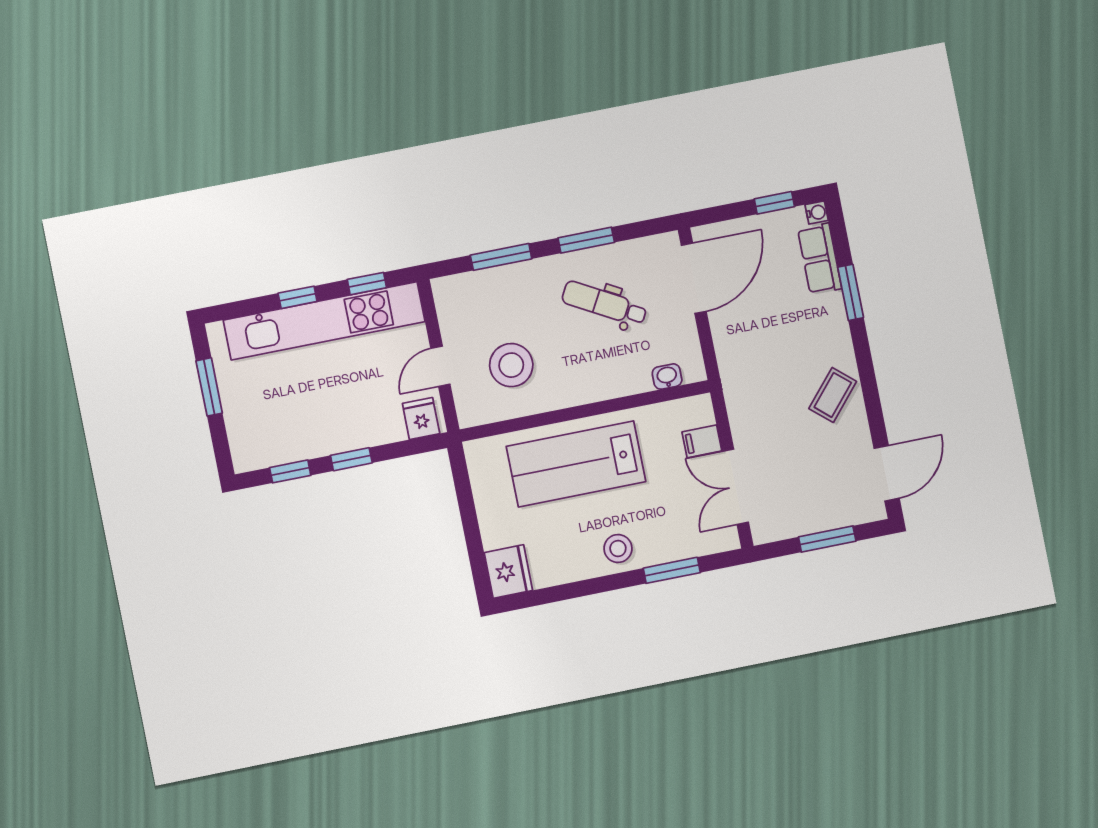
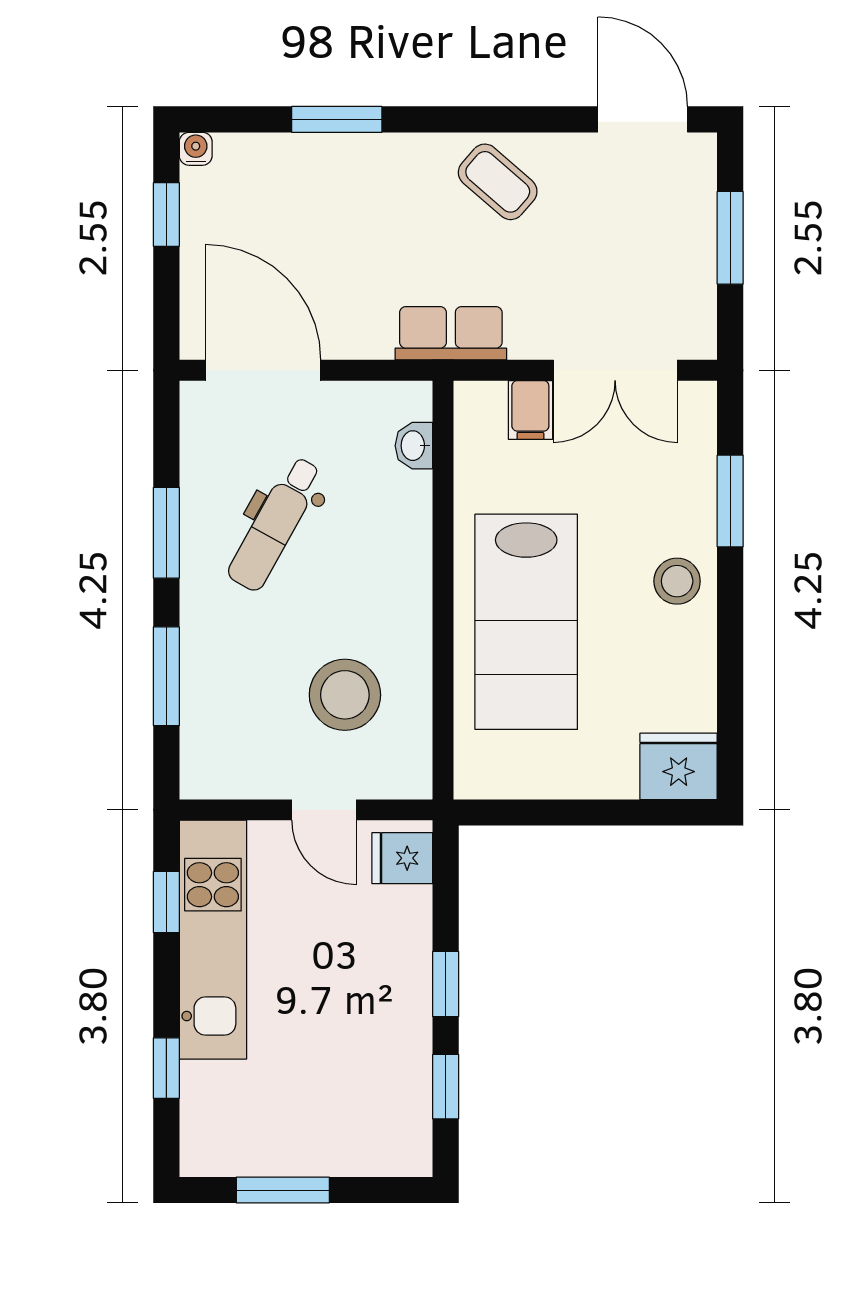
row of seats: (820, 259) -> (451, 333), moved, turned 180
window: (298, 297) -> (166, 1068), moved
kitchen unit: (324, 321) -> (213, 940), width x0.73

